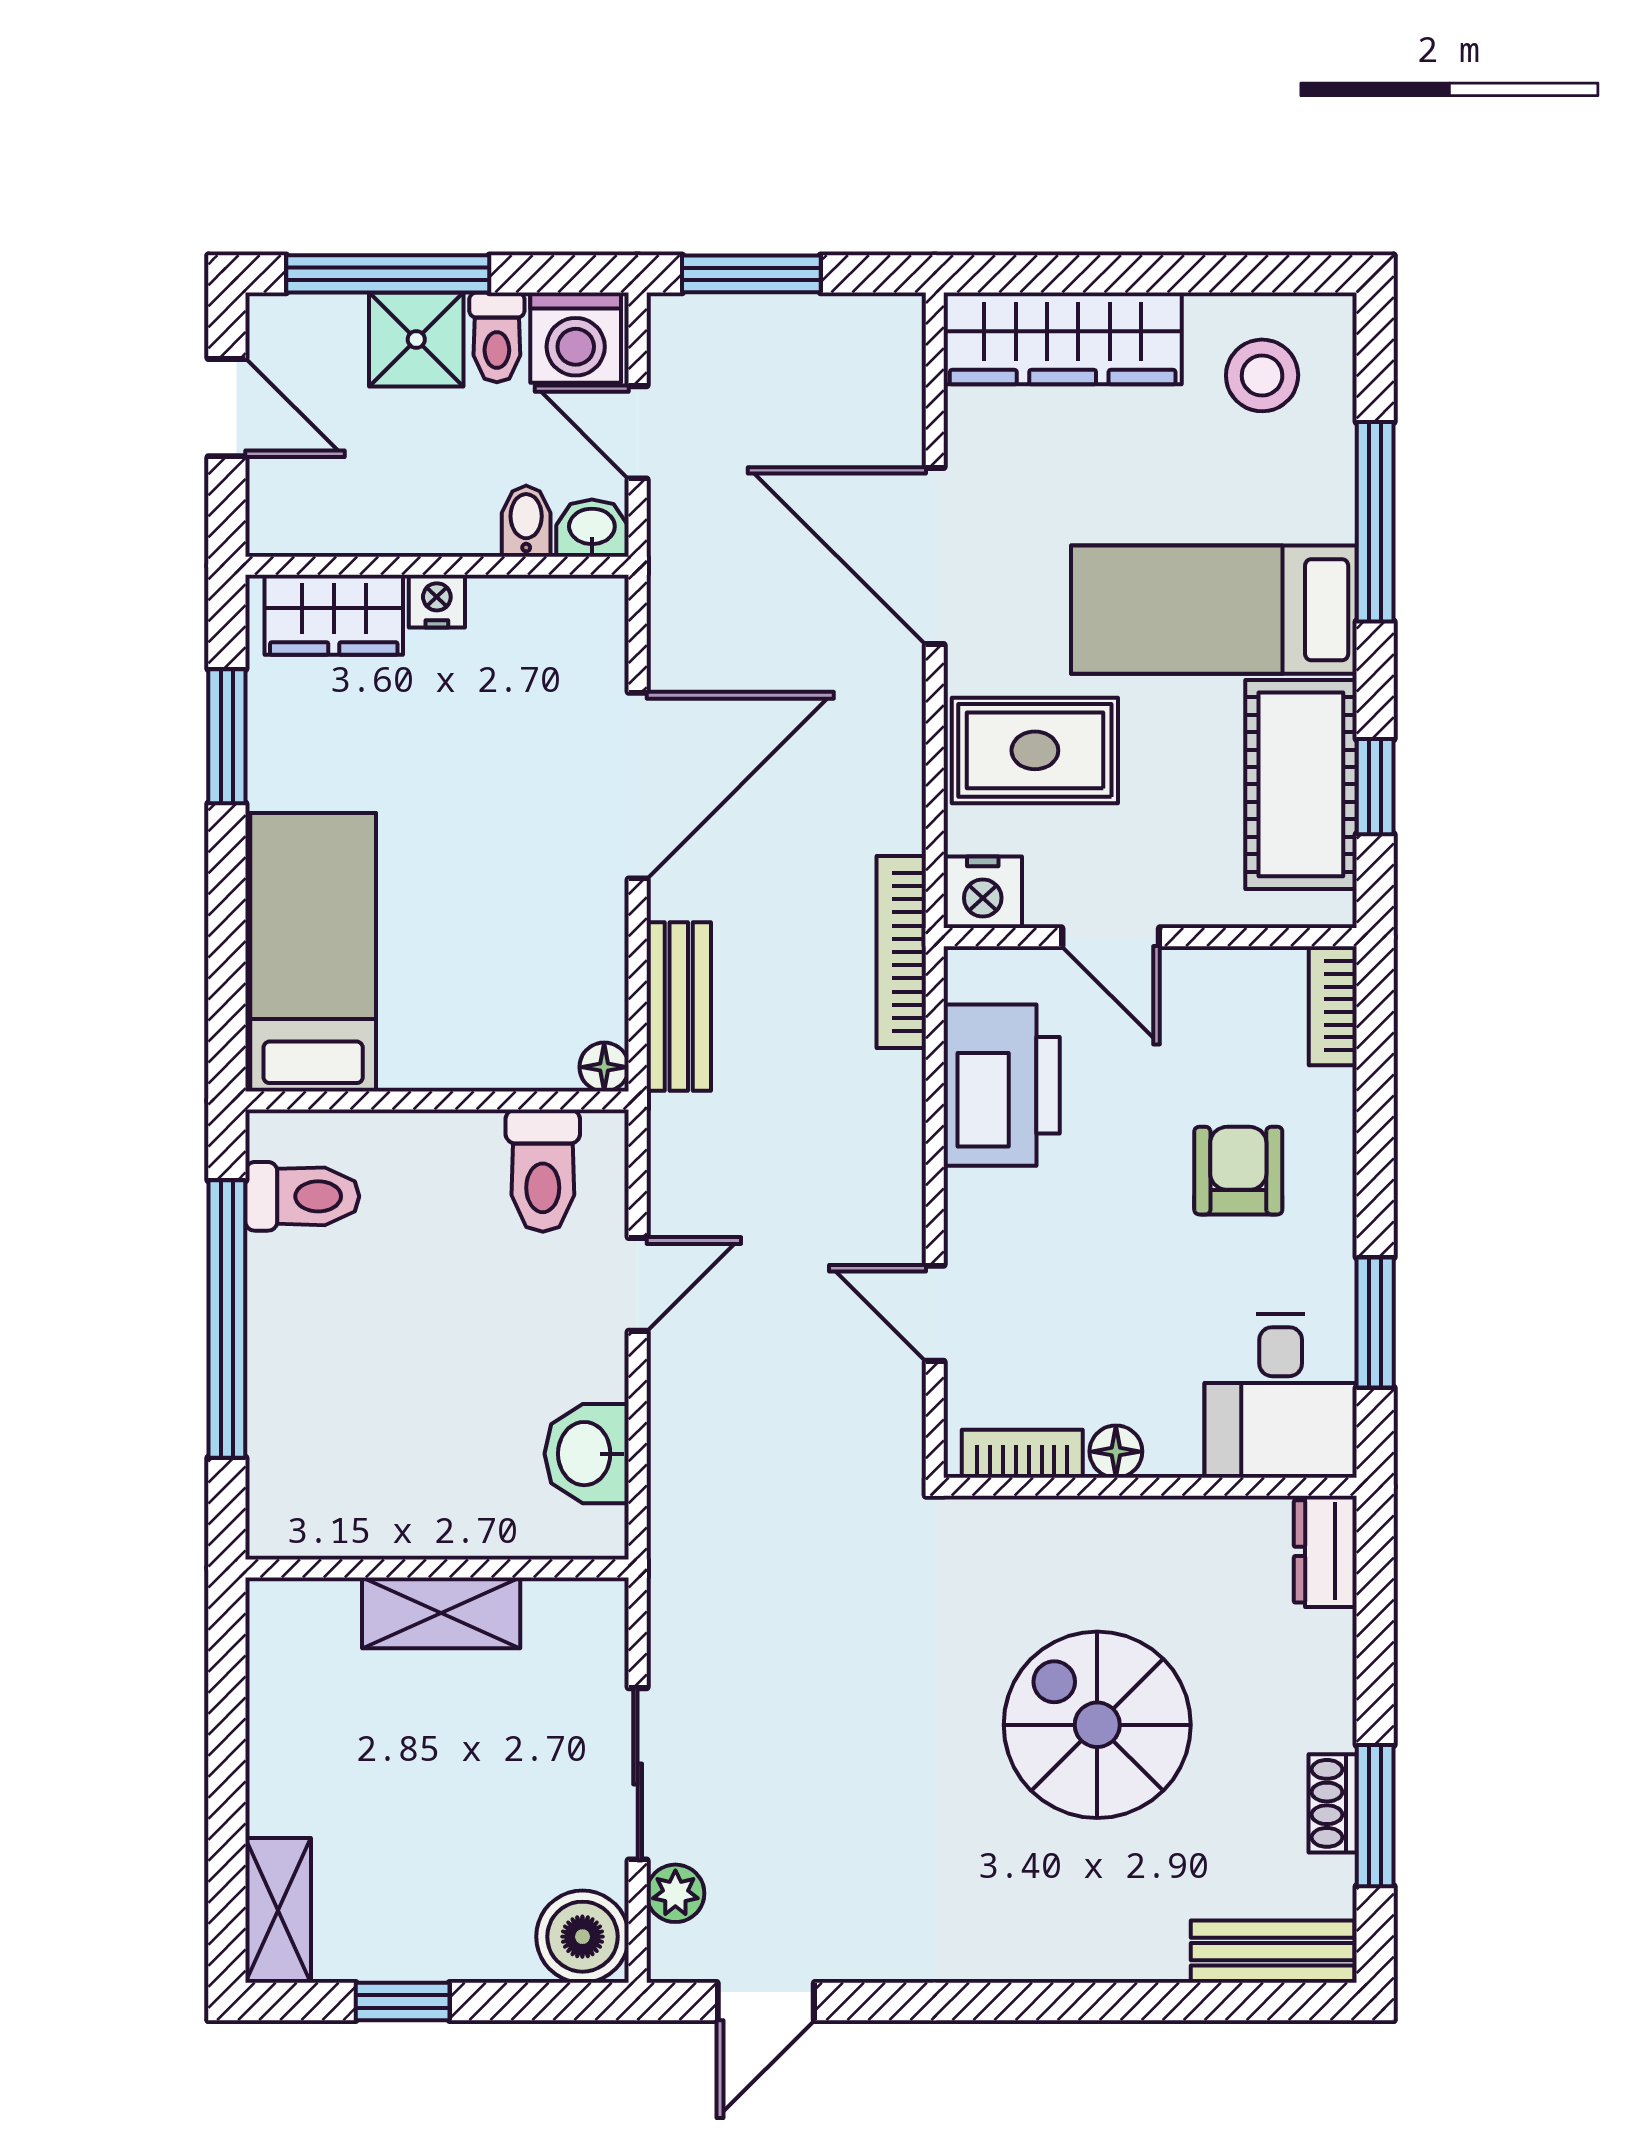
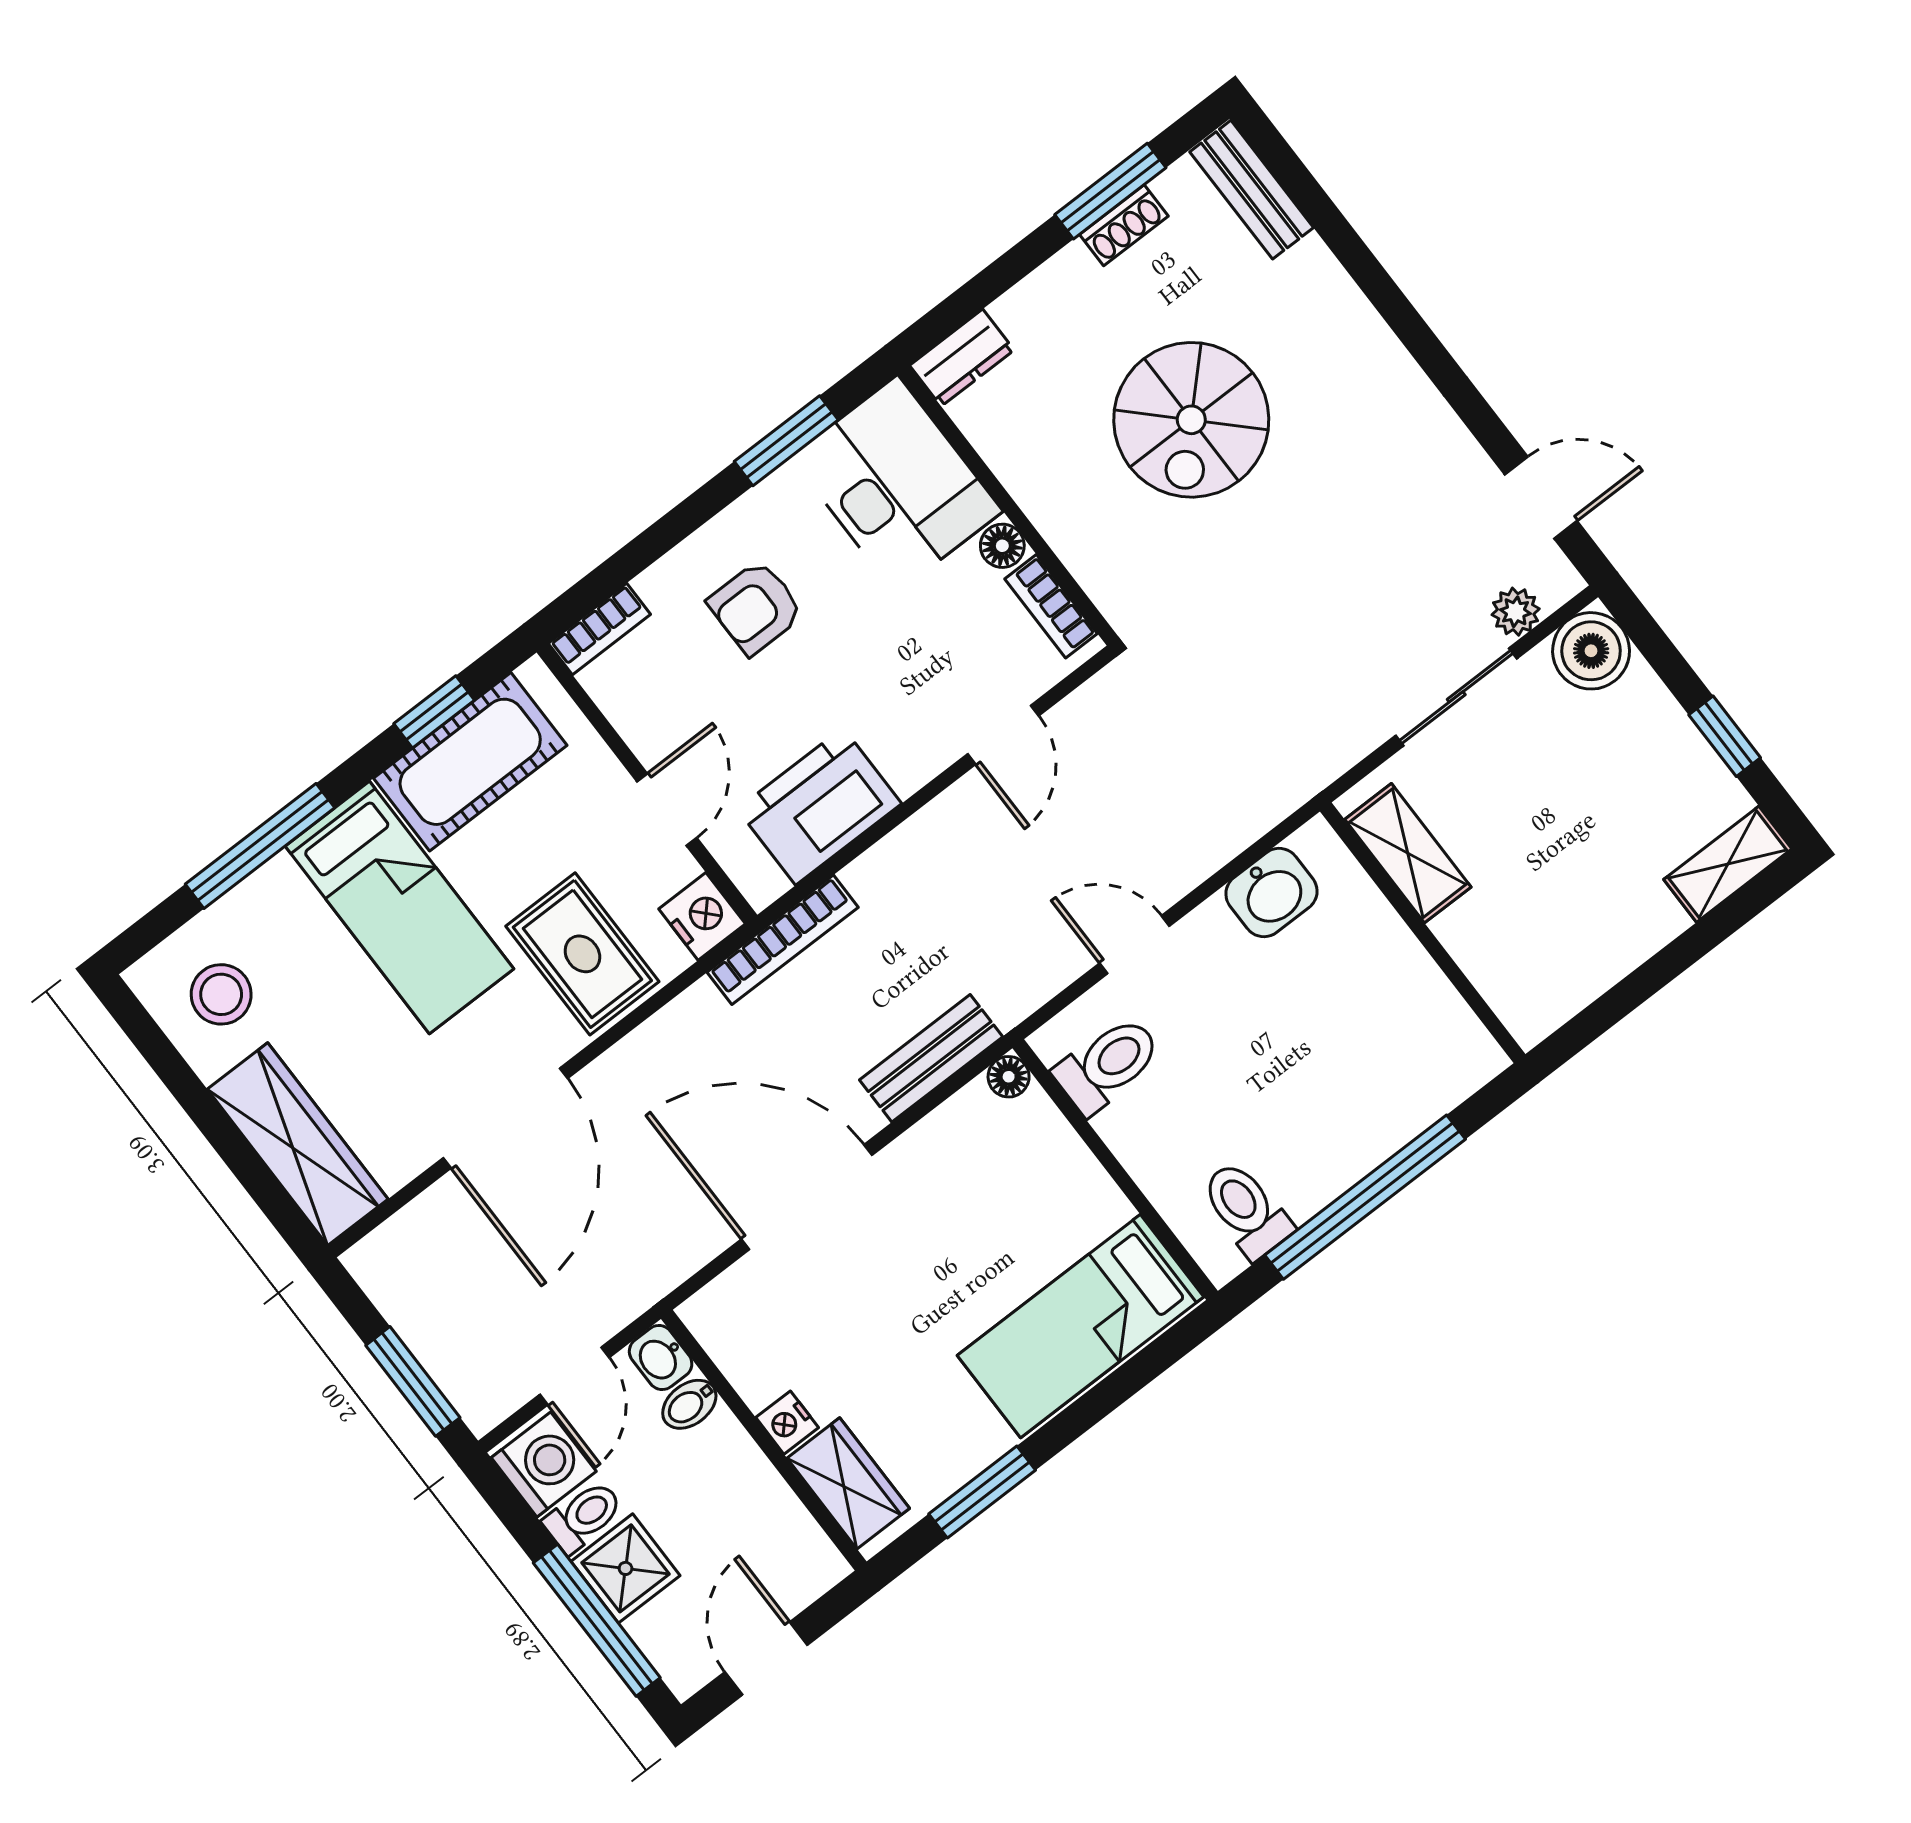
desk: (1281, 1396) -> (897, 484), width x1.37
shelving: (441, 1613) -> (1408, 853), moved

